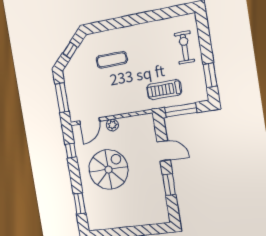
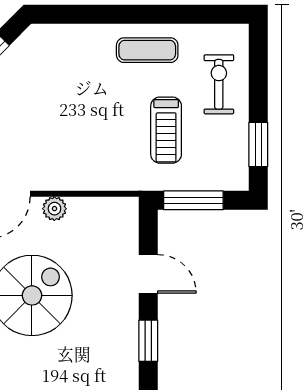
exercise mat: (112, 60) -> (147, 50), moved
treadmill: (164, 90) -> (166, 130), moved, turned -90

